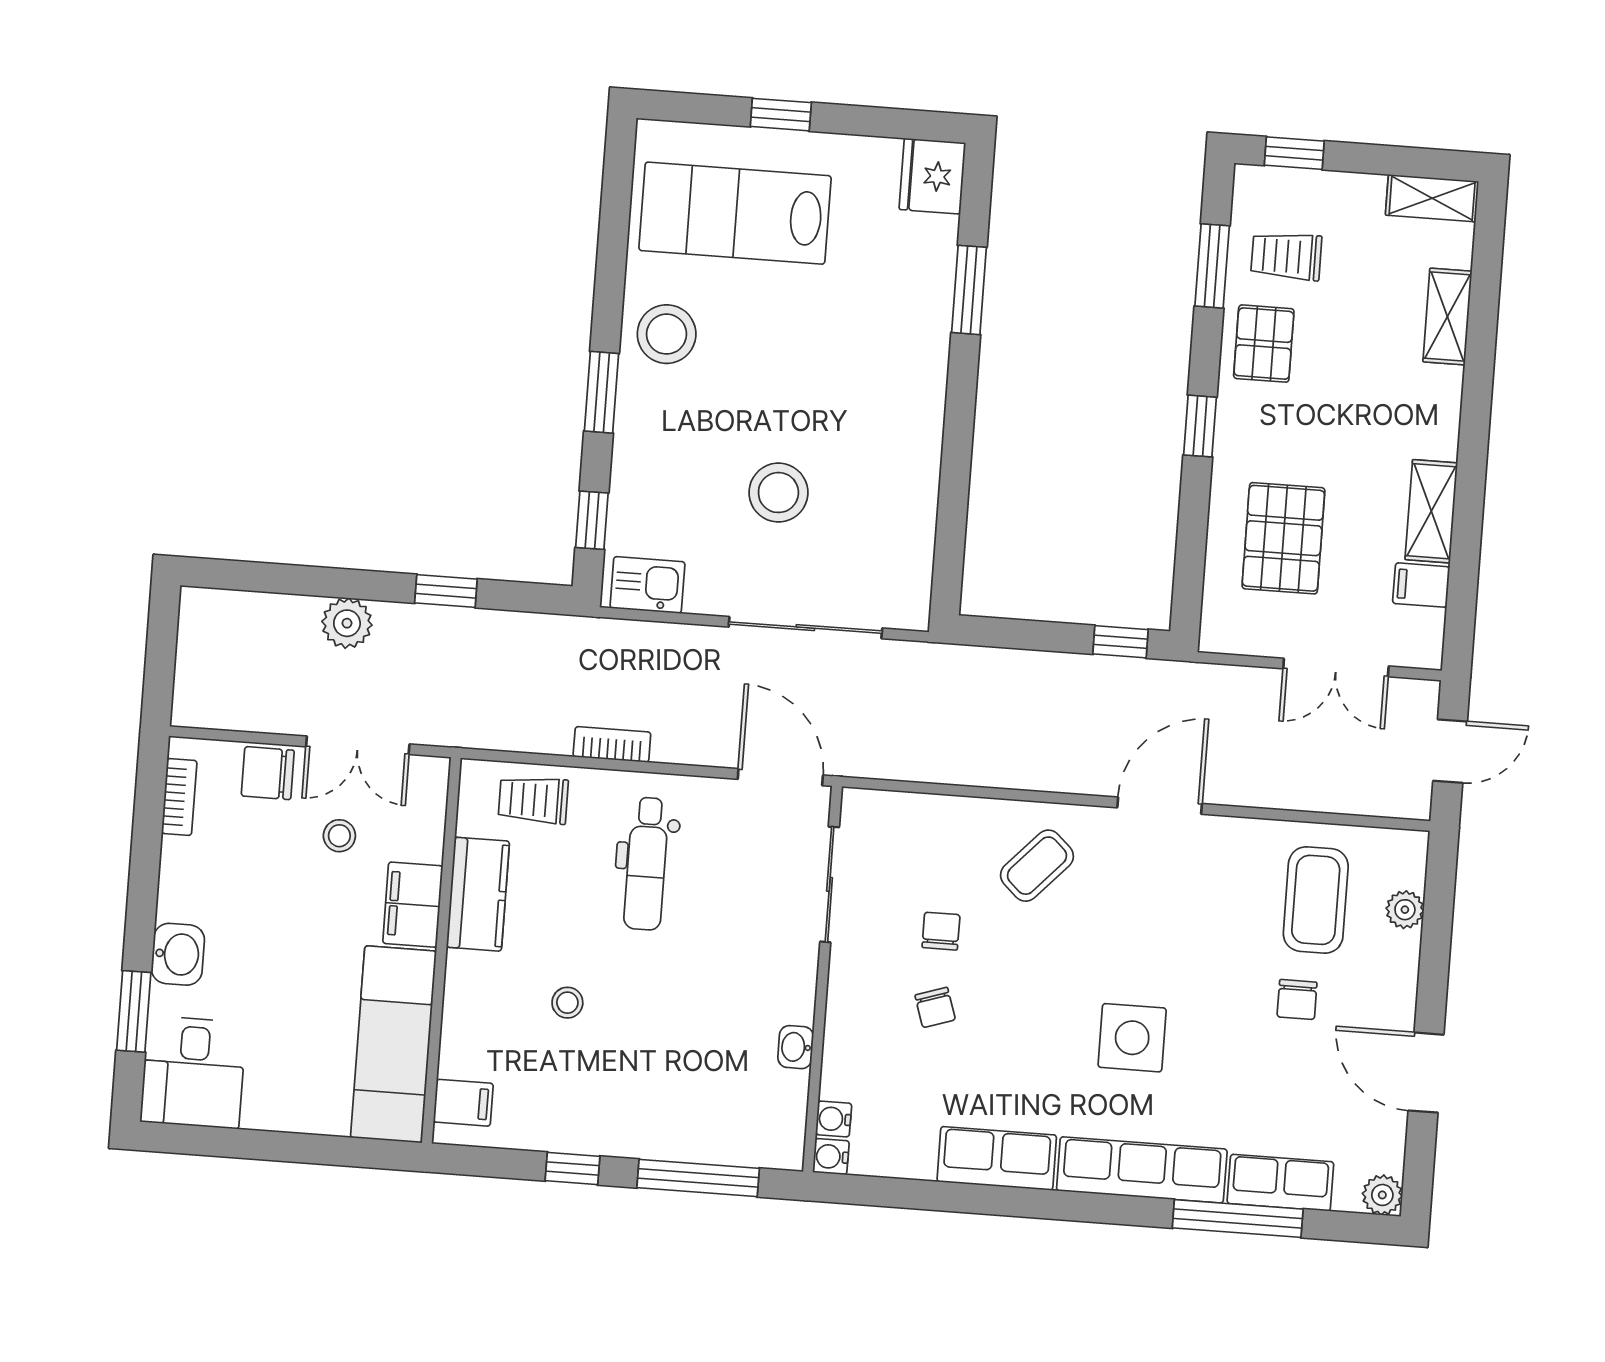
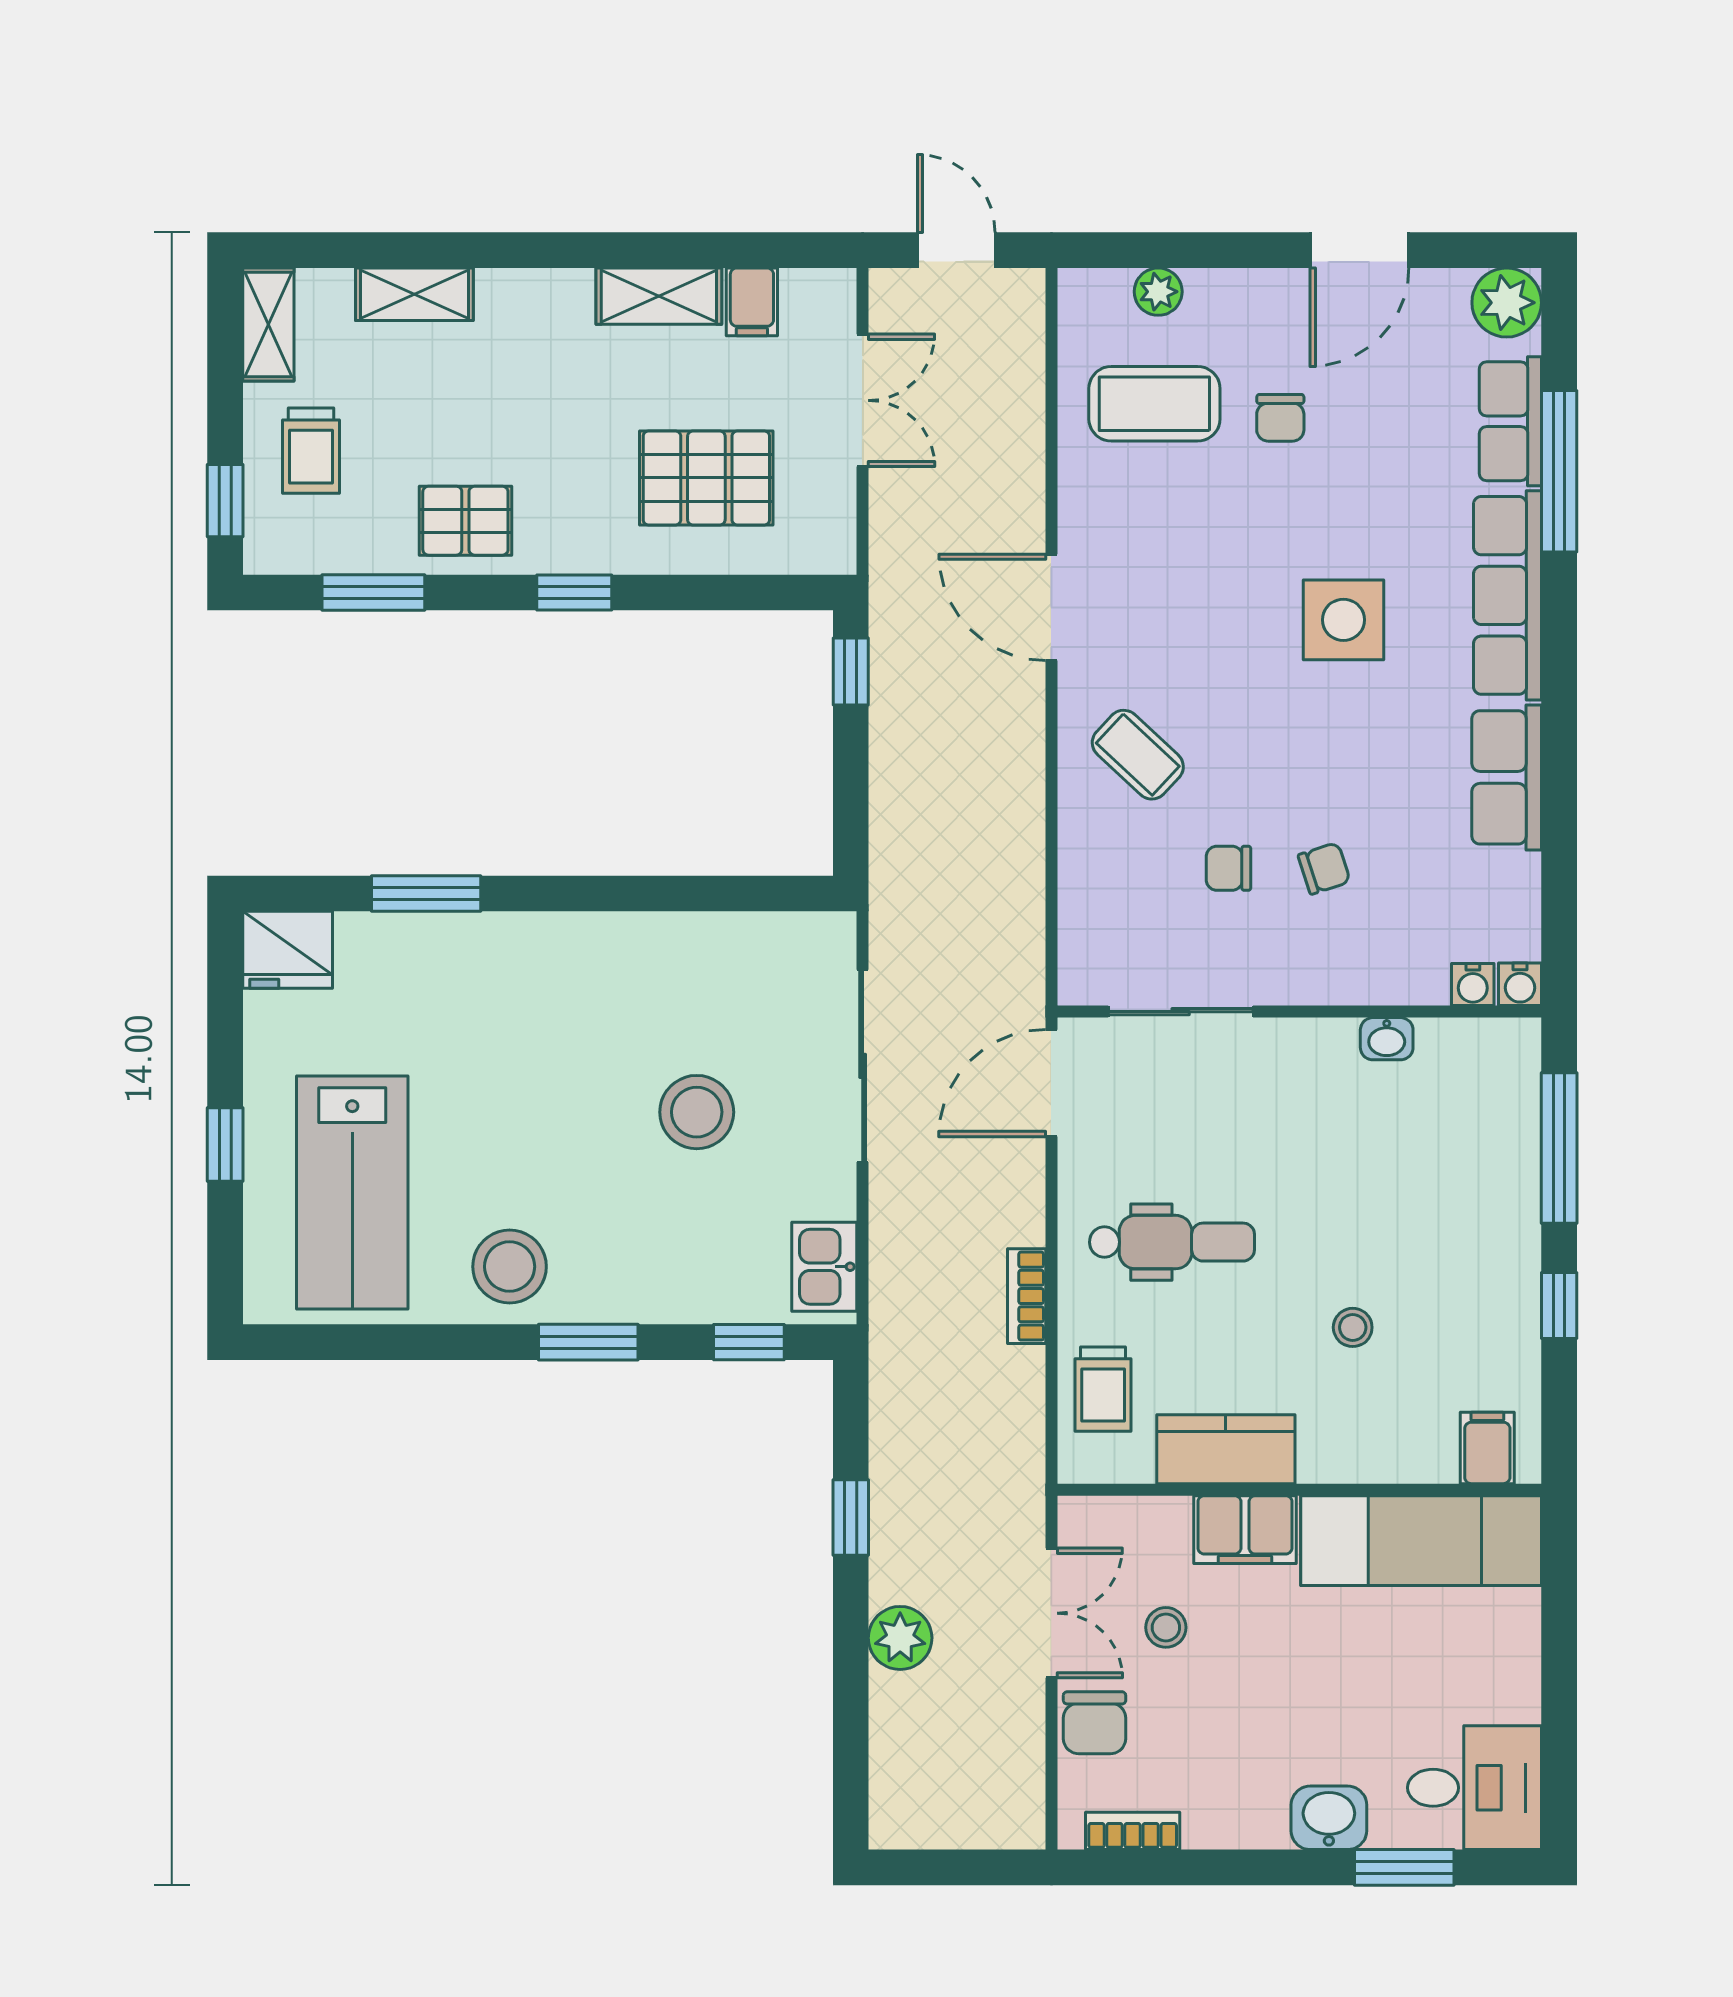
trolley: (1286, 256) -> (311, 451), moved
chair: (1297, 999) -> (1280, 418), turned 90
plant: (1382, 1195) -> (1507, 303), width x1.38, depth x1.38

